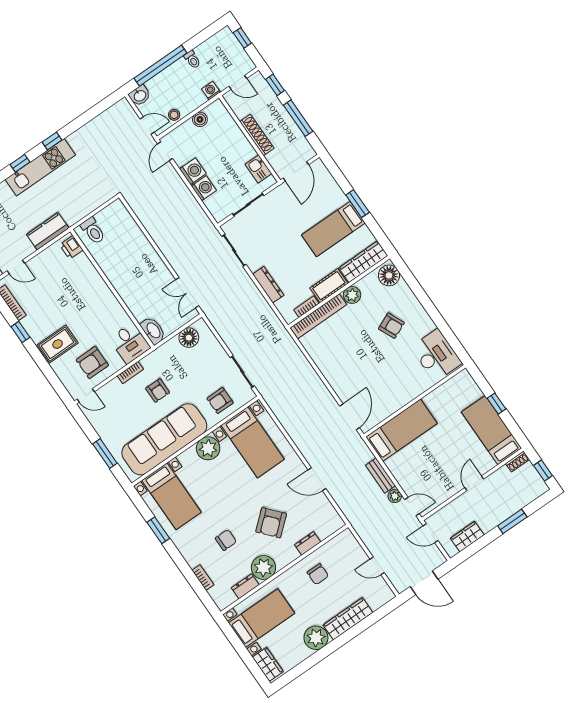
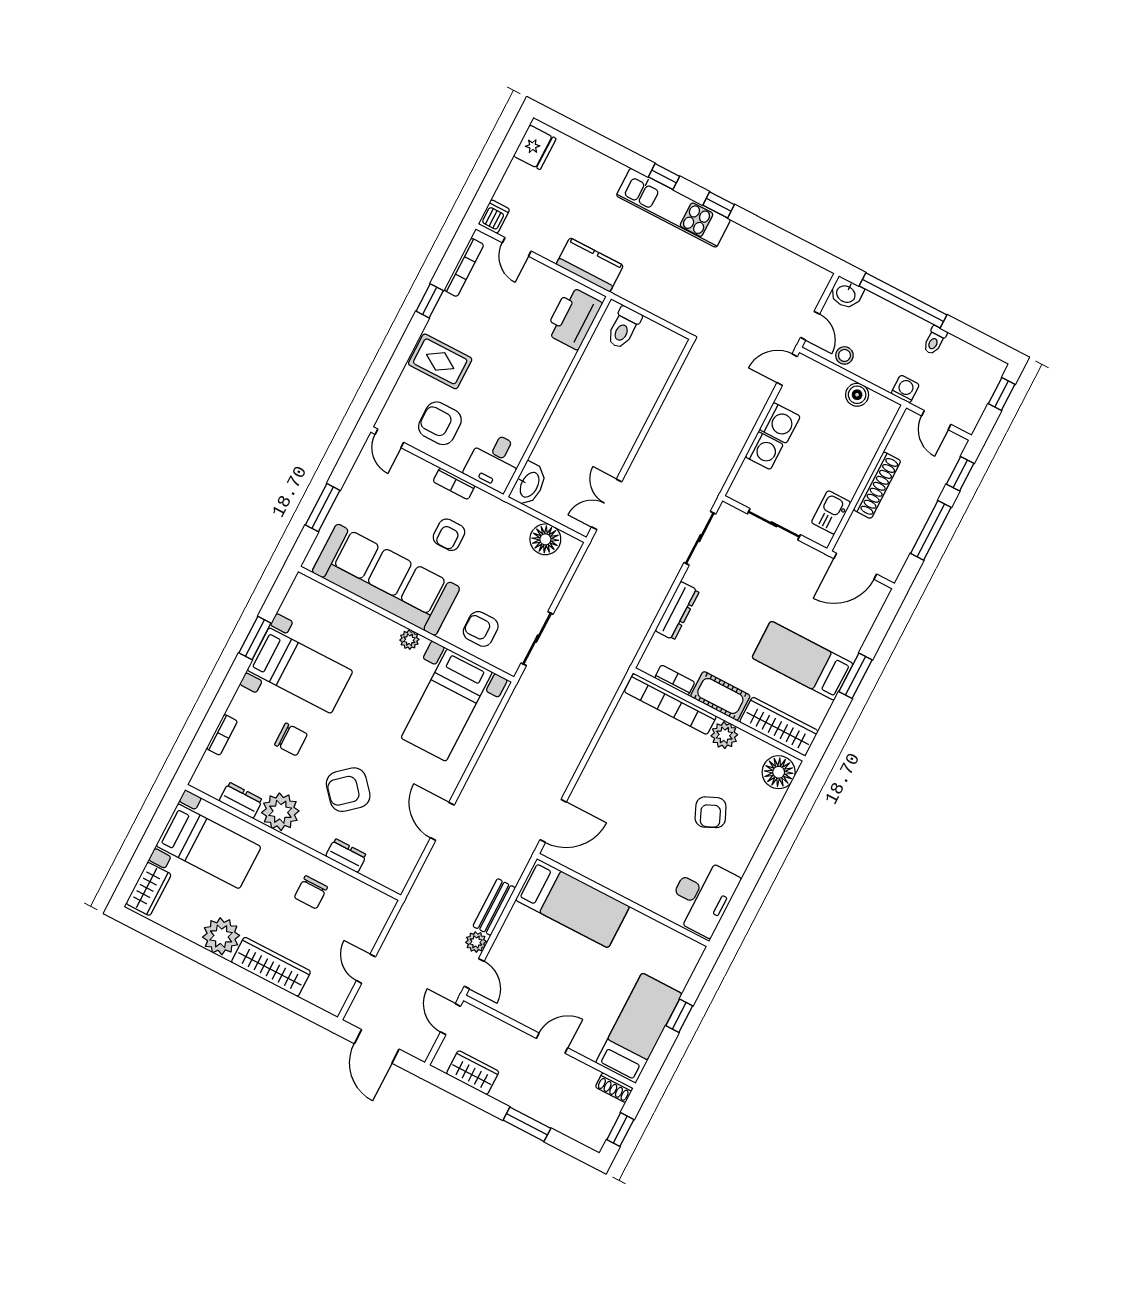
printer: (71, 247) -> (573, 318), width x1.87, depth x1.48
plant: (208, 448) -> (409, 640), width x0.53, depth x0.53
bed with nightstands: (172, 496) -> (300, 671), moved, turned -90

